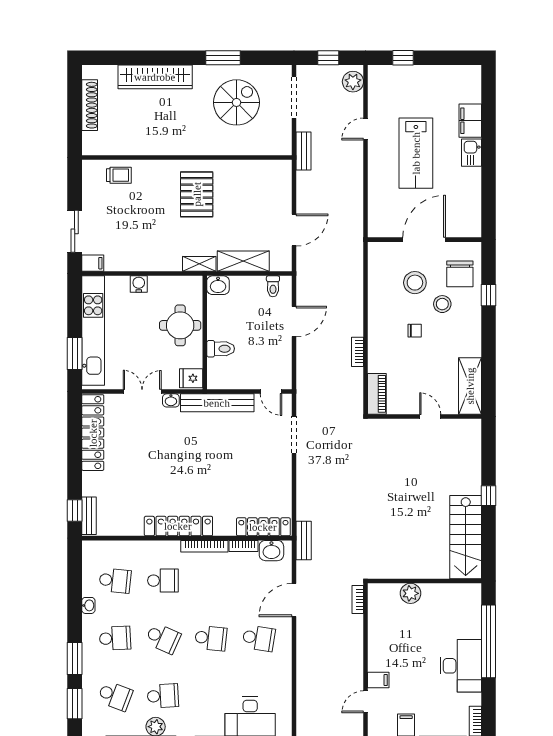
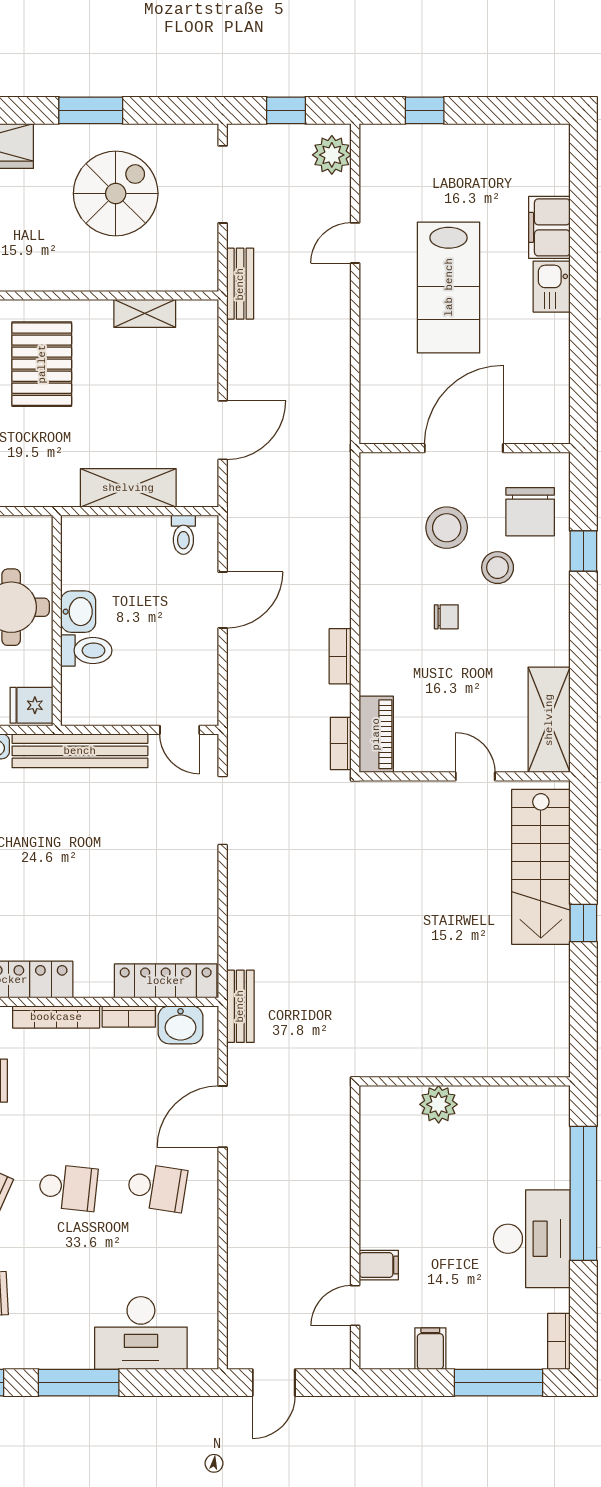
shelving: (199, 264) -> (145, 313), moved
washbasin: (218, 285) -> (78, 612), moved, turned -90
stairs: (466, 537) -> (541, 867), moved
bookcase: (358, 600) -> (341, 743), moved

